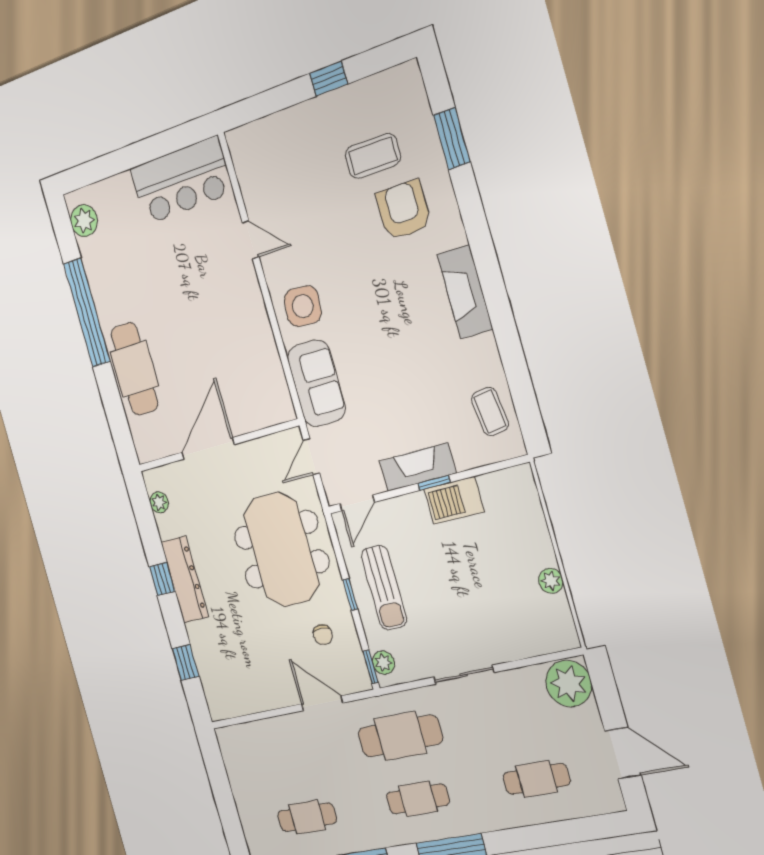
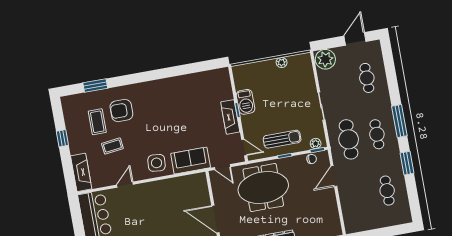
fireplace: (465, 292) -> (81, 172), moved, turned -90
coffee table: (490, 412) -> (112, 146), moved
chair: (323, 635) -> (312, 159), moved

